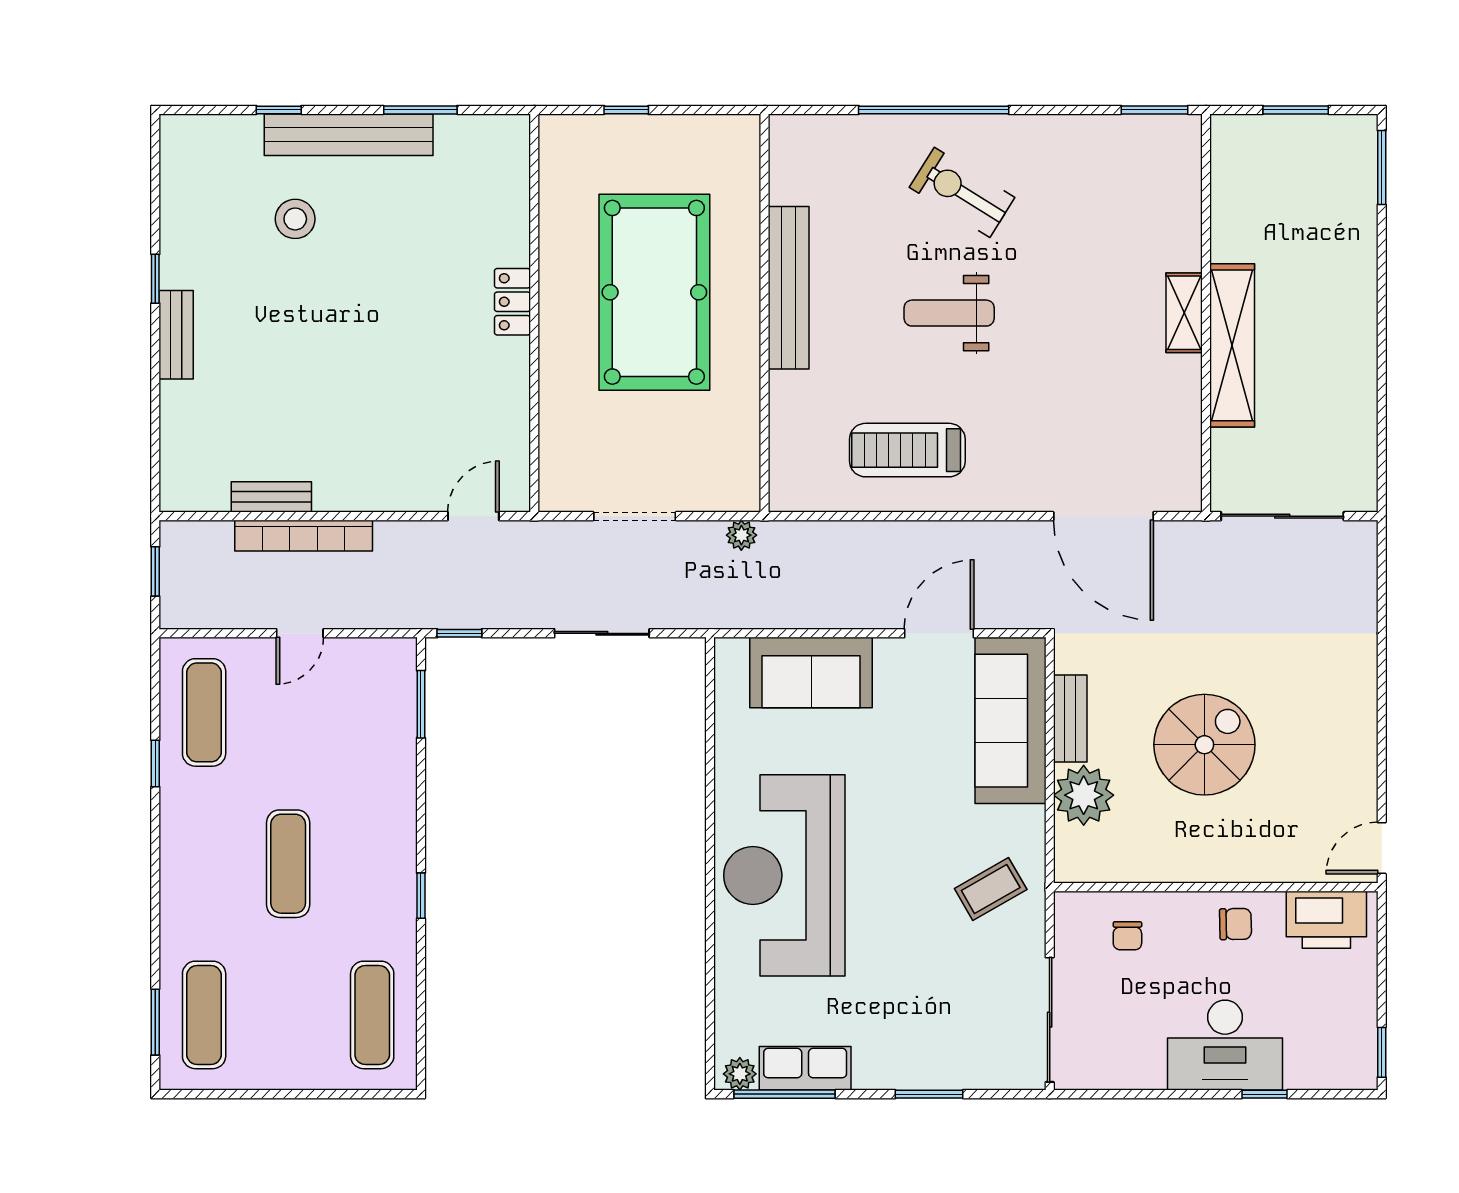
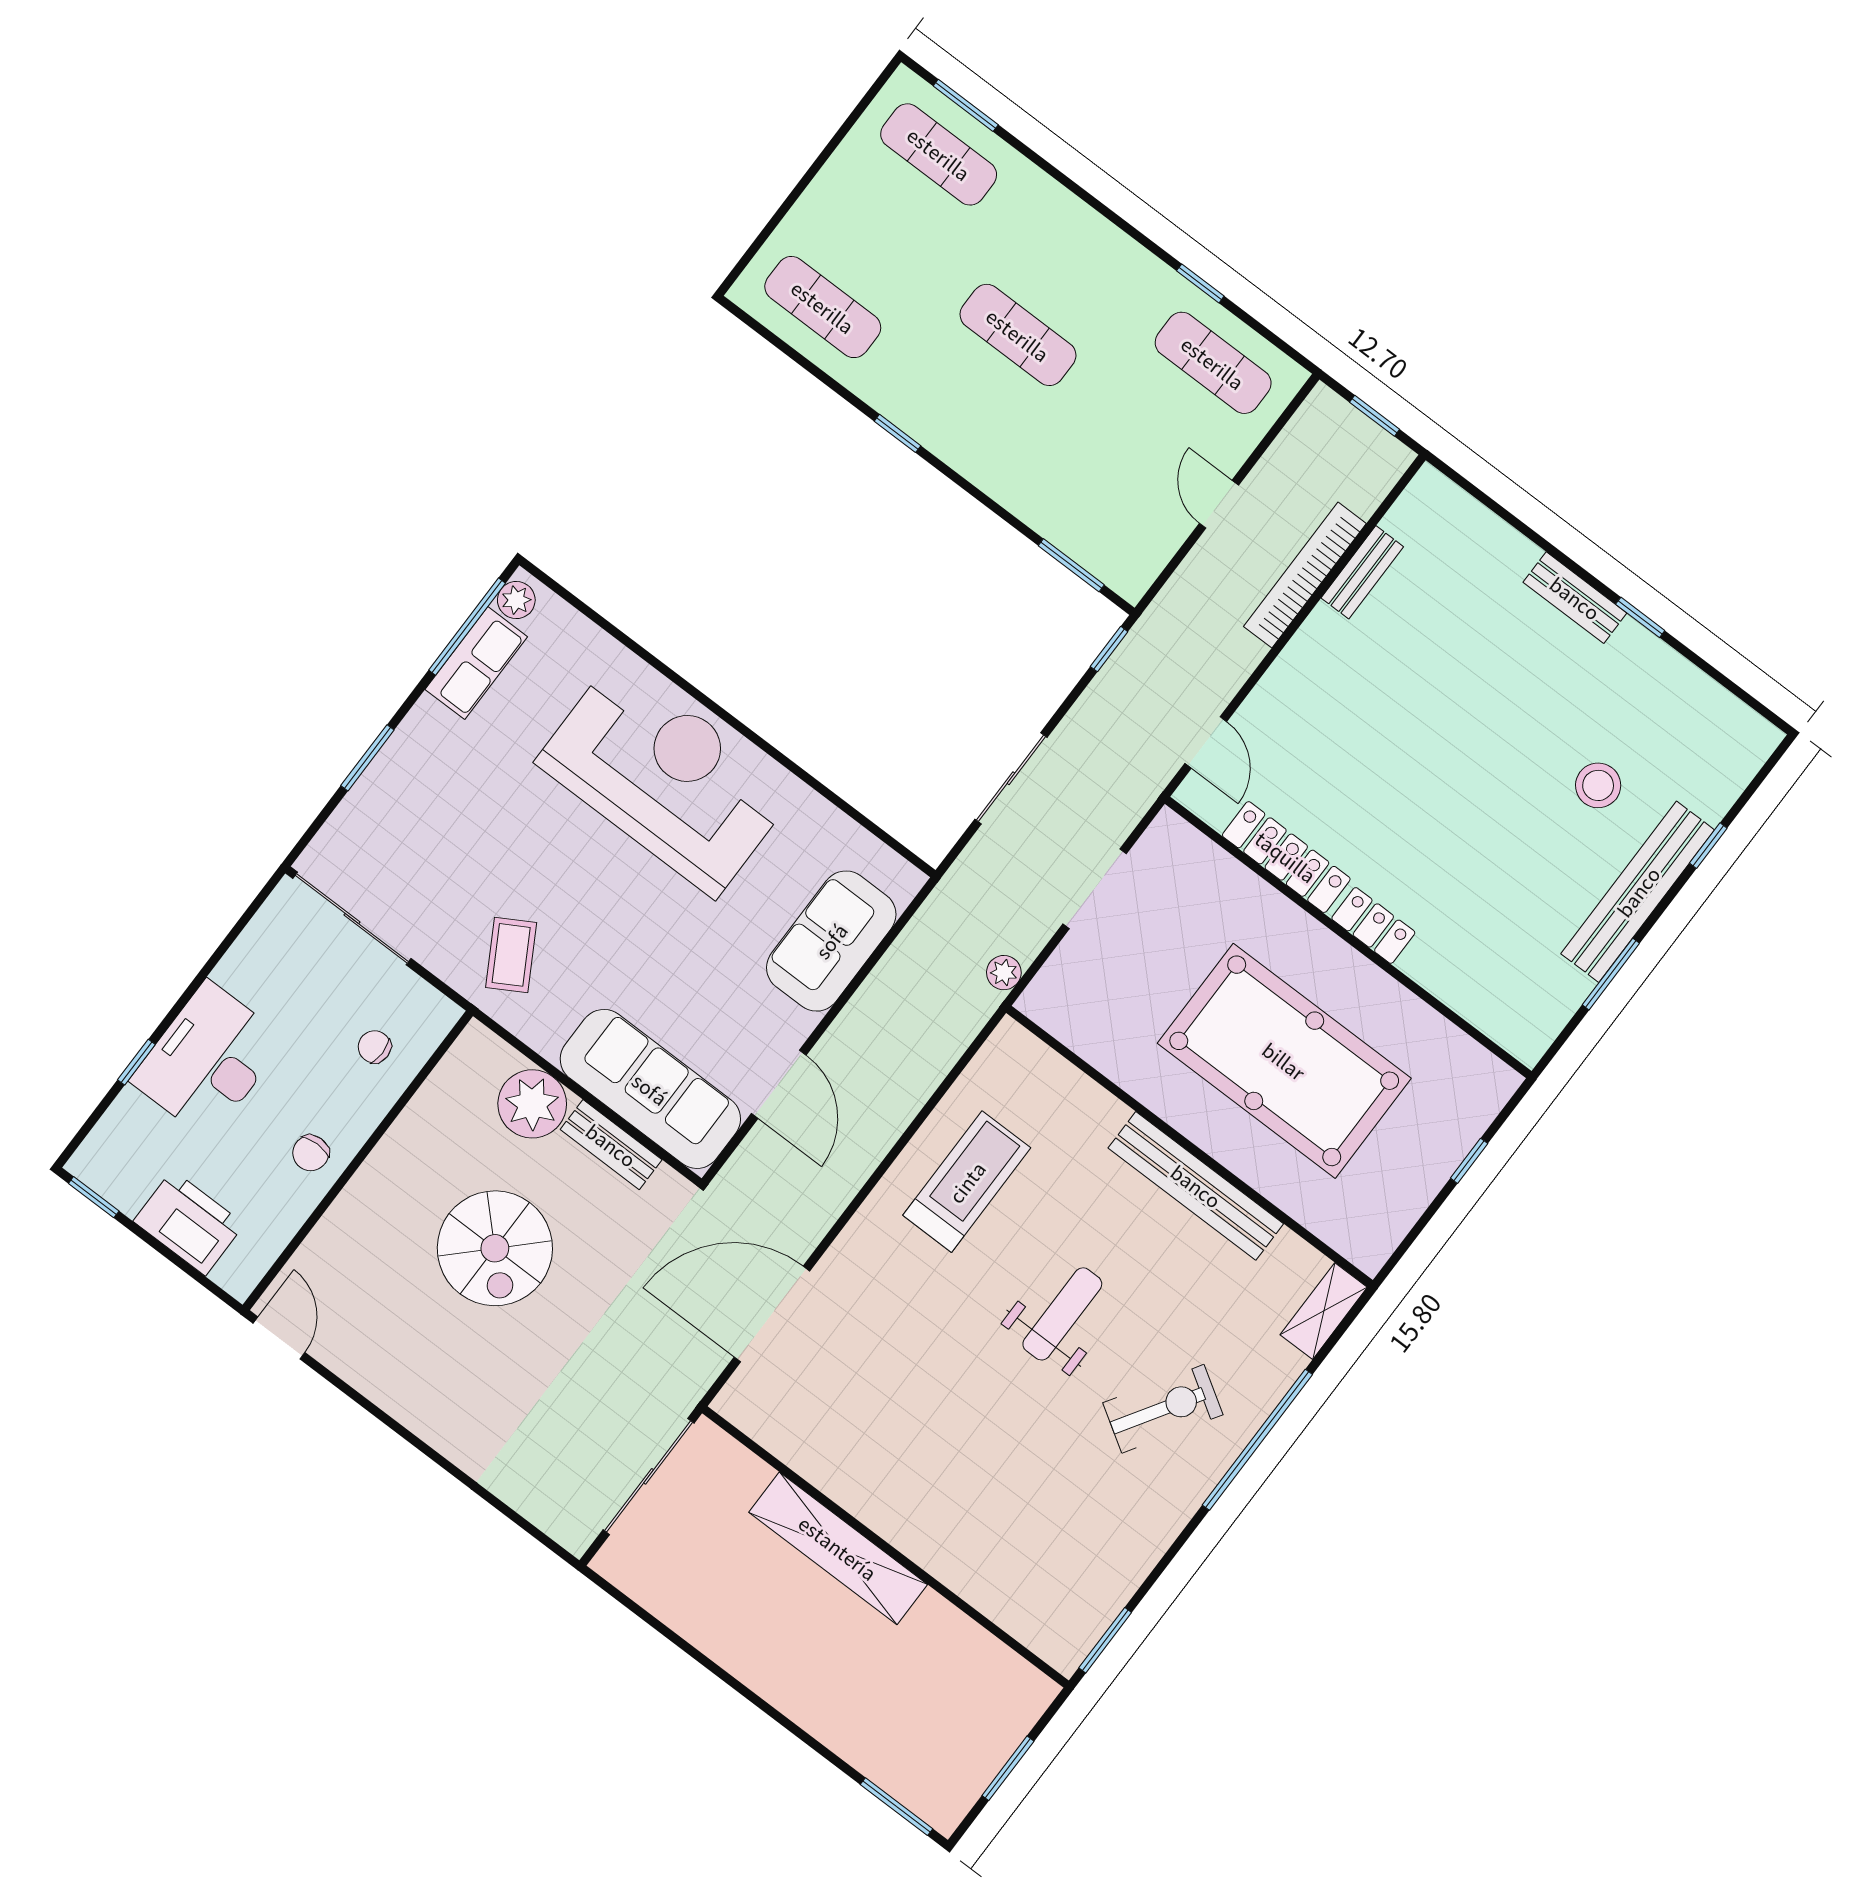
shelving: (1184, 313) -> (1324, 1311), moved, turned 90
locker: (511, 399) -> (1286, 857), added
printer: (1326, 920) -> (189, 1223), moved, turned 90

